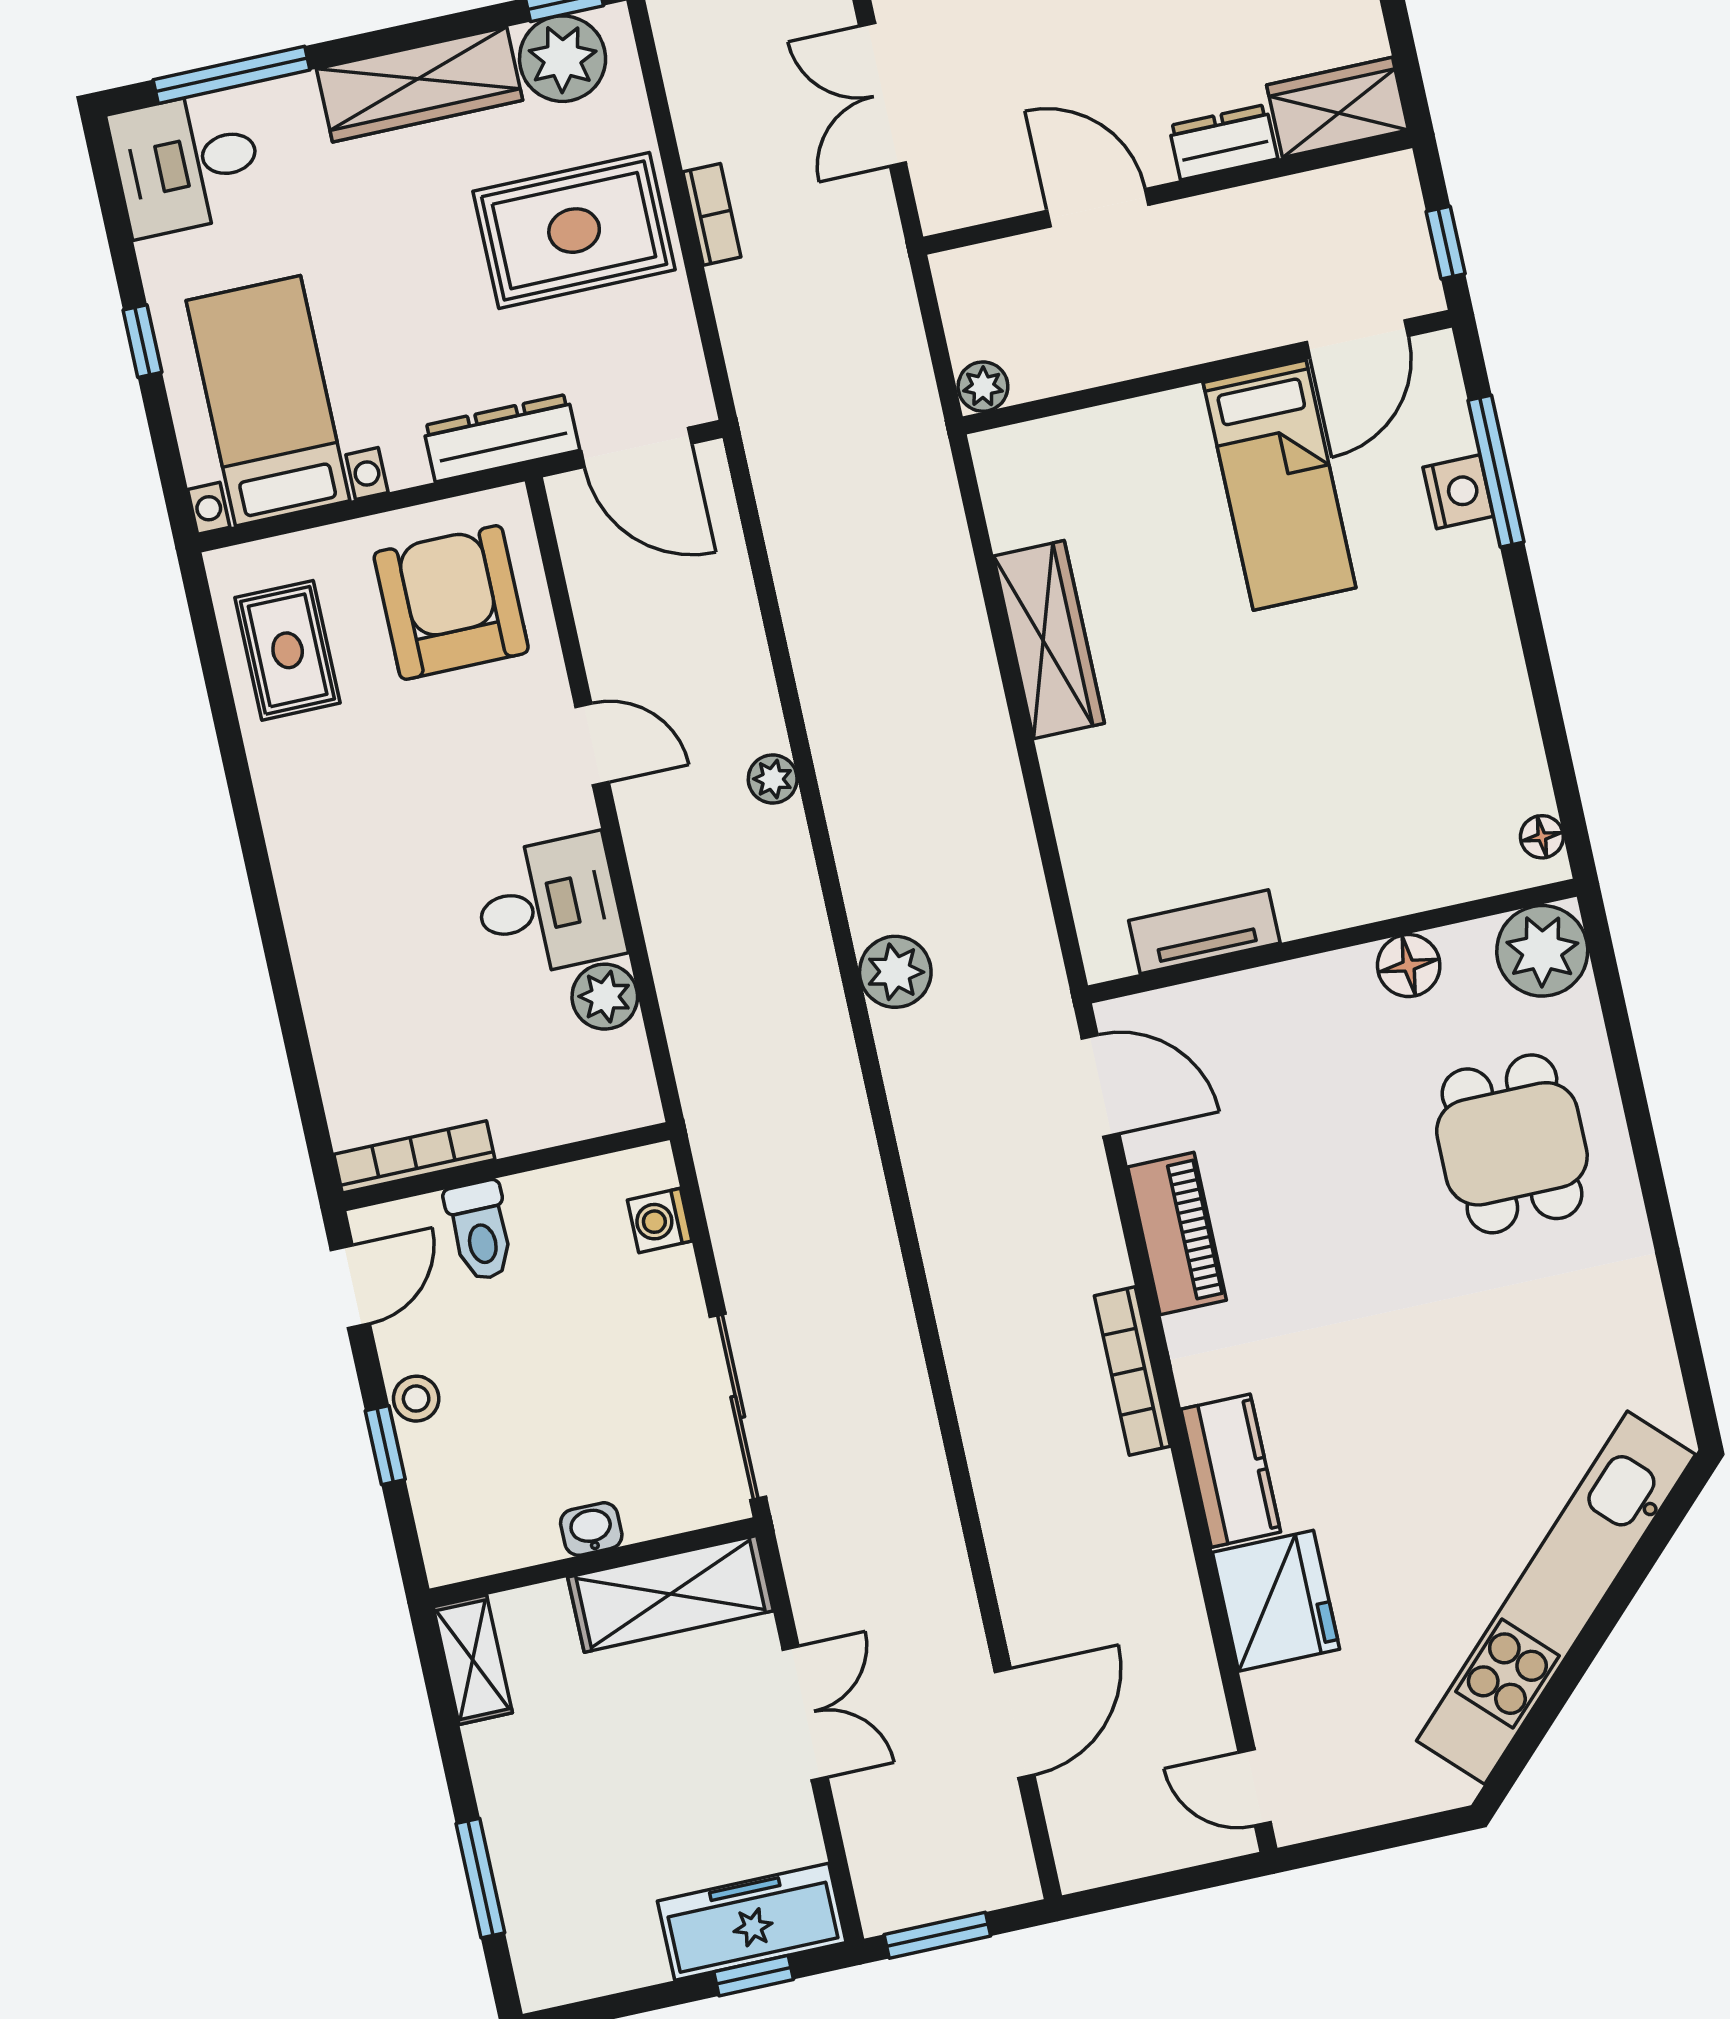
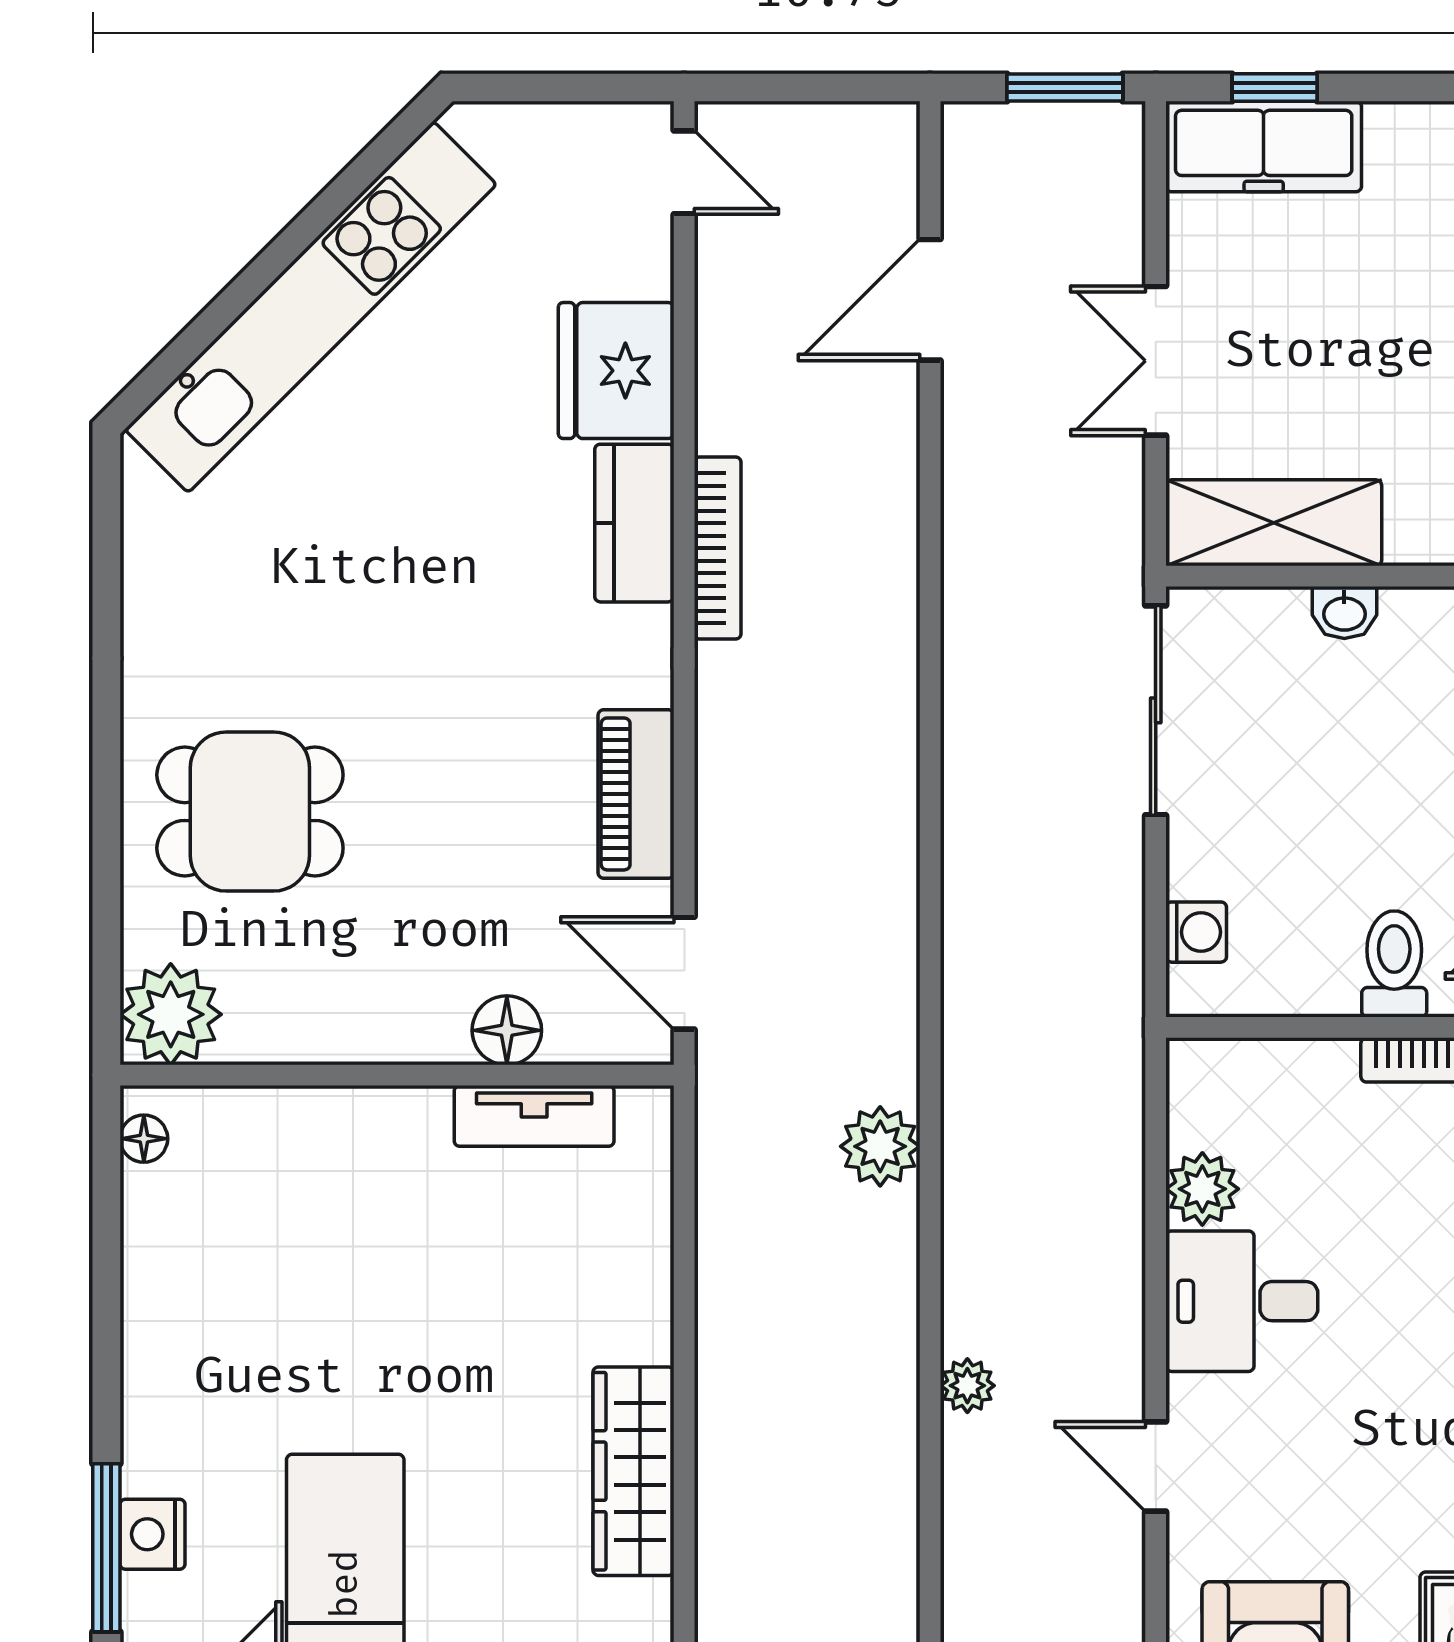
floor lamp: (1409, 966) -> (507, 1030), moved
dining table: (1512, 1144) -> (250, 812), turned 90
bookcase: (1132, 1371) -> (718, 548), moved

